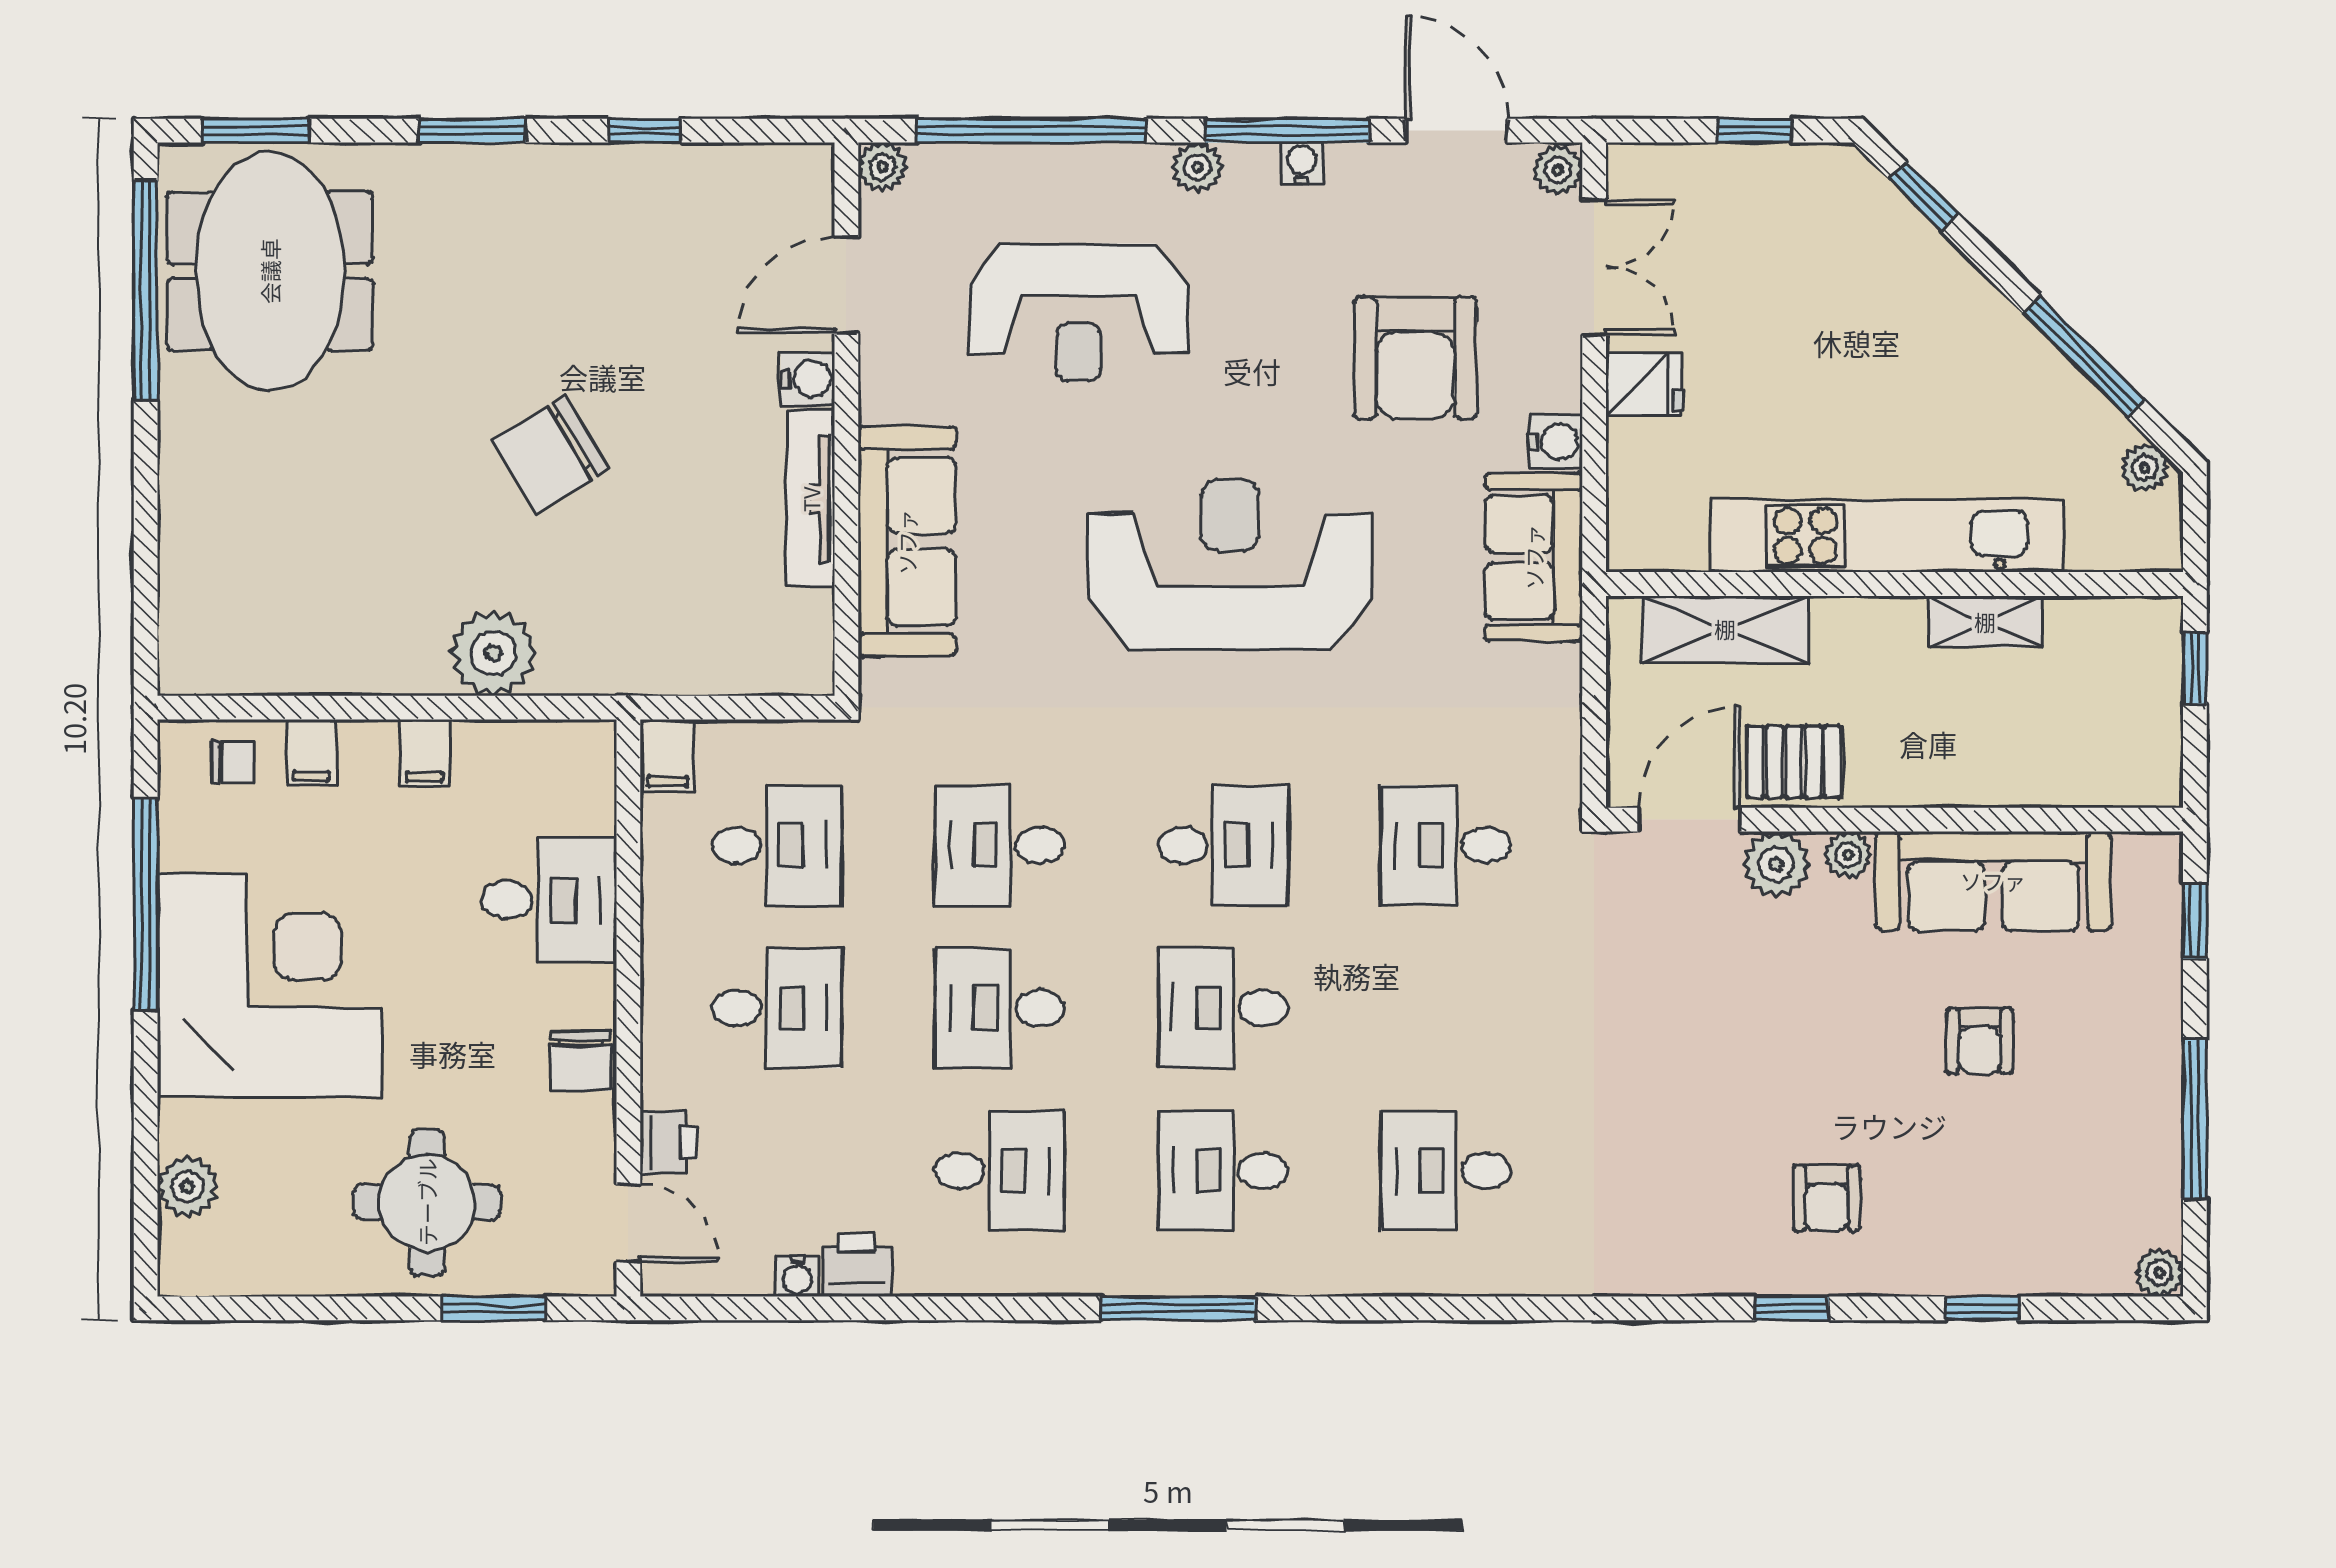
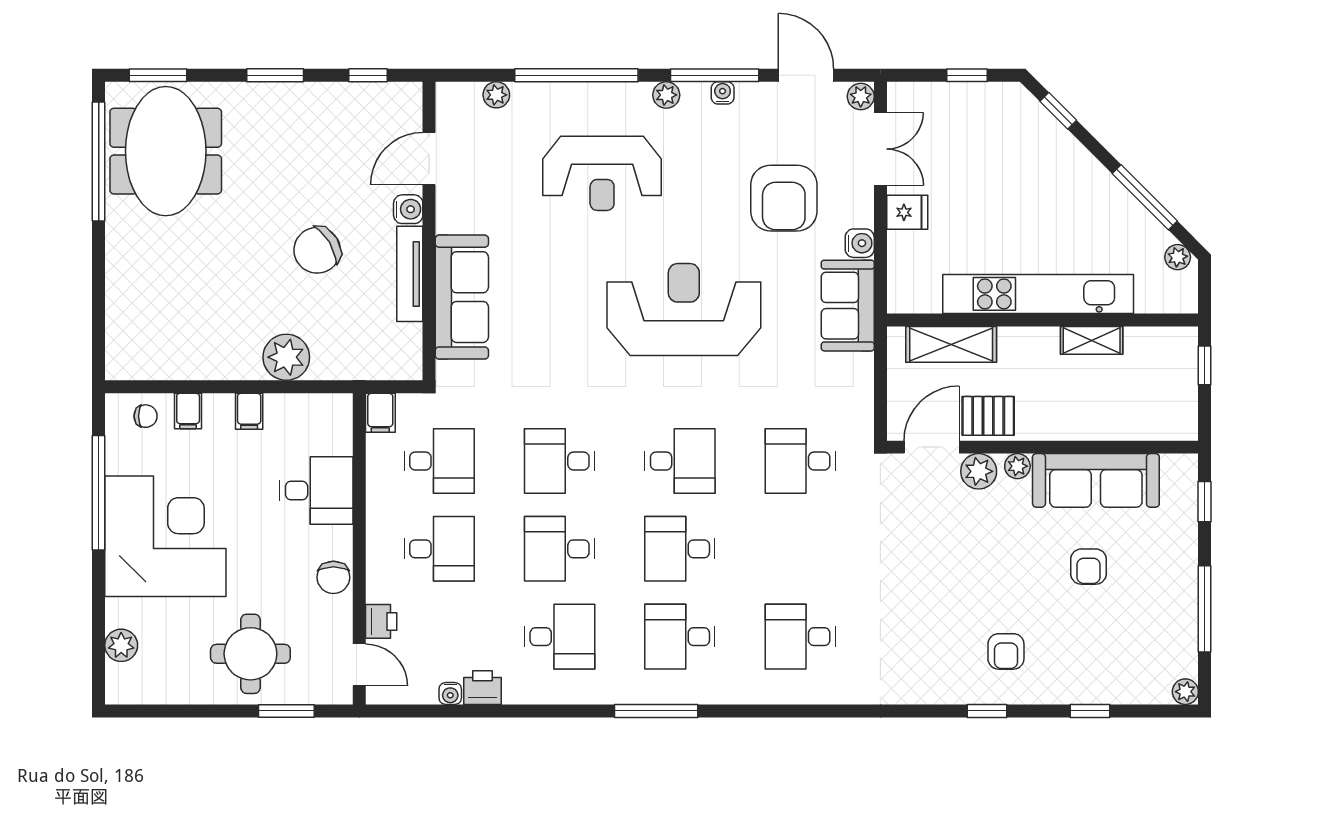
door: (846, 285) -> (429, 159), moved
water cooler: (808, 379) -> (408, 209), moved
wall: (846, 419) -> (429, 231), moved
tv unit: (811, 499) -> (410, 274), moved
sofa: (907, 542) -> (462, 297), moved

